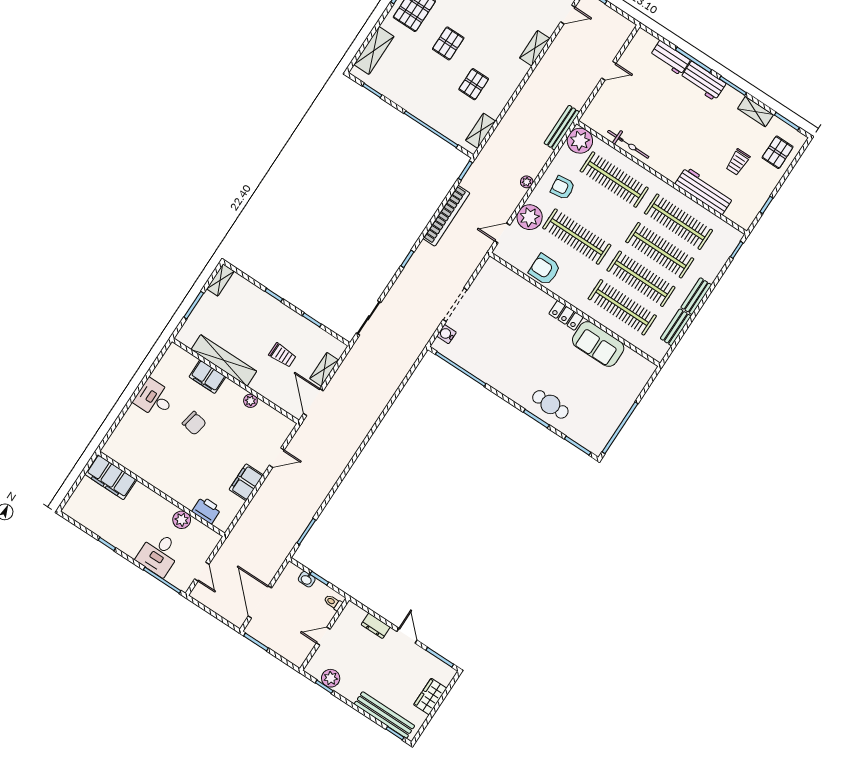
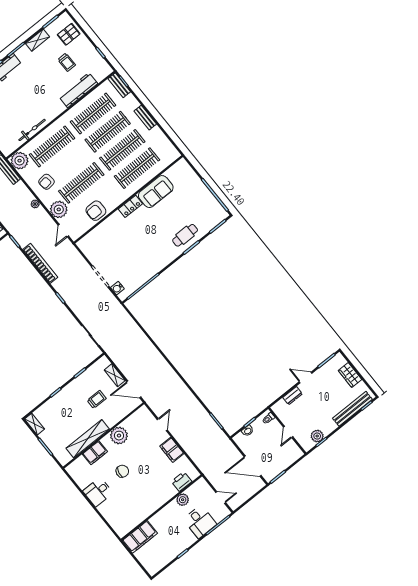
pallet: (778, 152) -> (69, 34), turned 90
bench: (676, 327) -> (119, 85), moved
plant: (250, 401) -> (119, 436), width x1.88, depth x1.88

